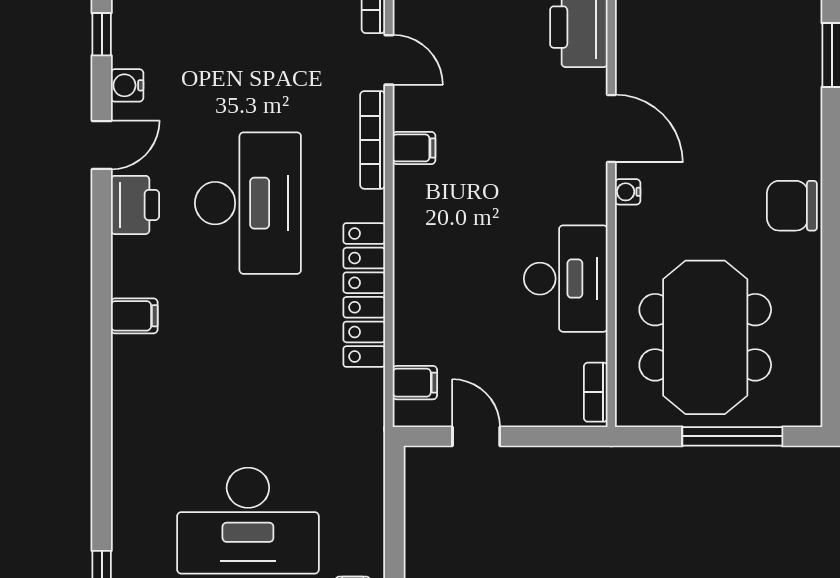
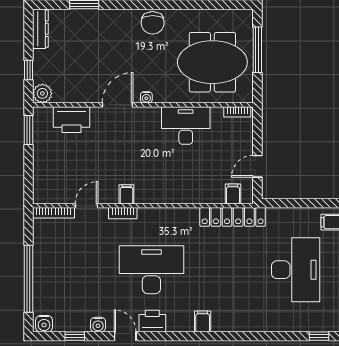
bookcase: (373, 140) -> (123, 213), width x0.64
locker: (364, 295) -> (233, 217), moved

